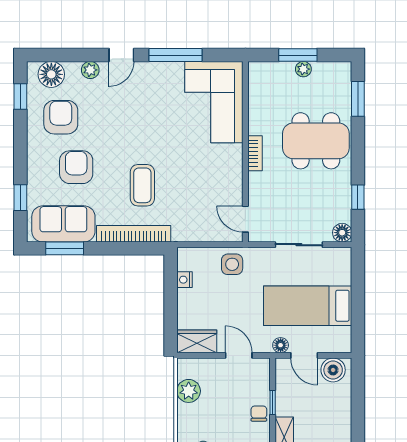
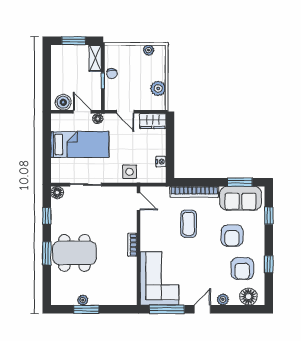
window: (20, 96) -> (269, 264), moved
window: (358, 99) -> (47, 253), moved
corner sofa: (214, 102) -> (159, 278), moved
wall: (245, 152) -> (139, 246), moved
bookcase: (255, 153) -> (132, 245), moved
door: (245, 219) -> (139, 201), moved

